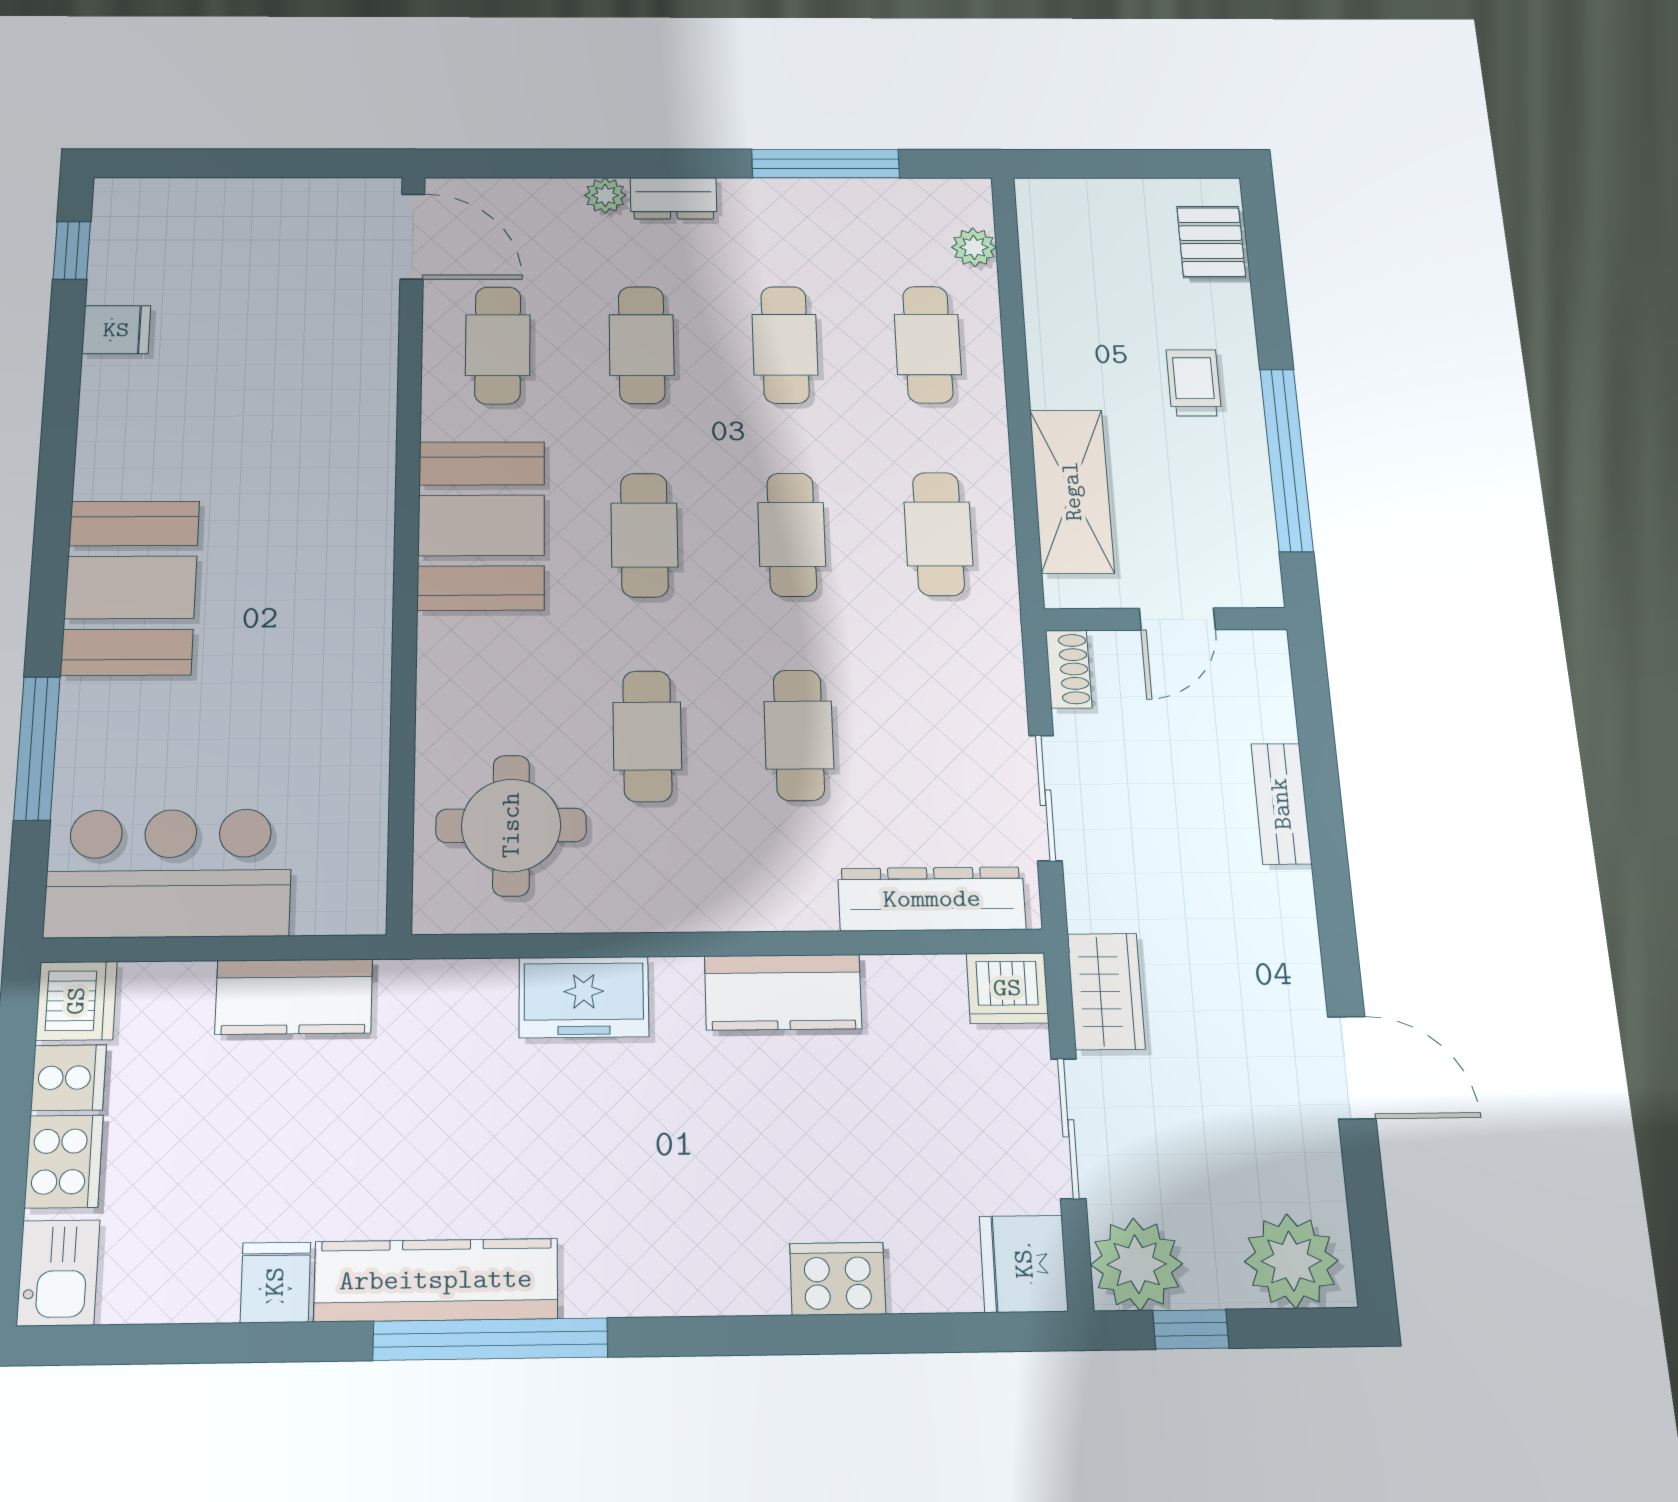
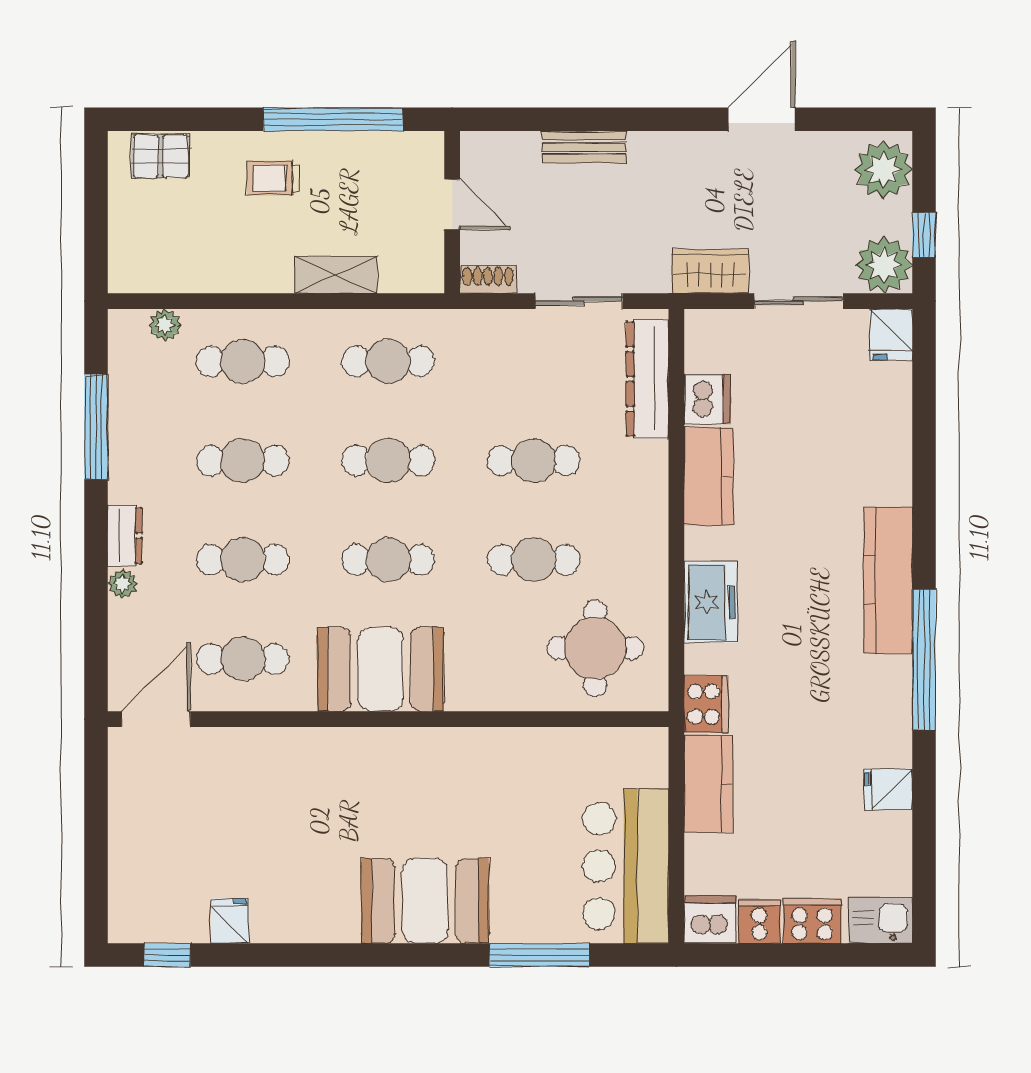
shelving: (1072, 491) -> (336, 275), width x0.67, depth x0.75
dishwasher: (1007, 988) -> (707, 399), moved
fridge: (1024, 1264) -> (891, 334), width x0.72
cooker: (838, 1279) -> (706, 704), moved, turned 180
kitchen counter: (436, 1280) -> (888, 580), moved

